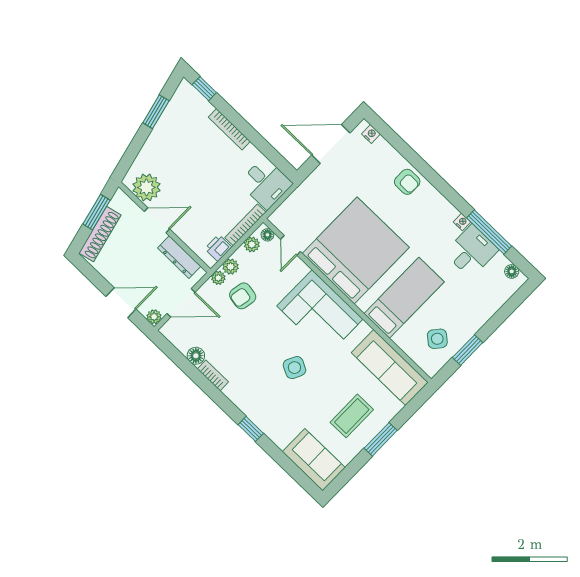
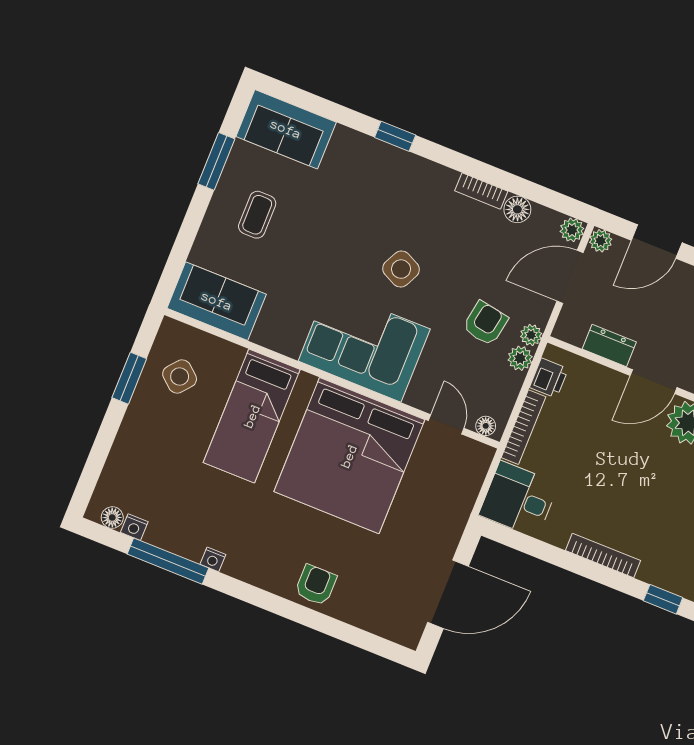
nightstand: (371, 134) -> (134, 527), moved
armchair: (407, 182) -> (316, 585), turned 90
plant: (252, 244) -> (572, 230), moved
desk: (471, 251) -> (182, 523), removed
dresser: (179, 257) -> (609, 346), width x0.70
sofa: (390, 367) -> (217, 301), width x0.73
side table: (294, 368) -> (401, 269), moved
coffee table: (352, 416) -> (257, 215), width x0.73, depth x0.77
window: (381, 439) -> (216, 161), moved

